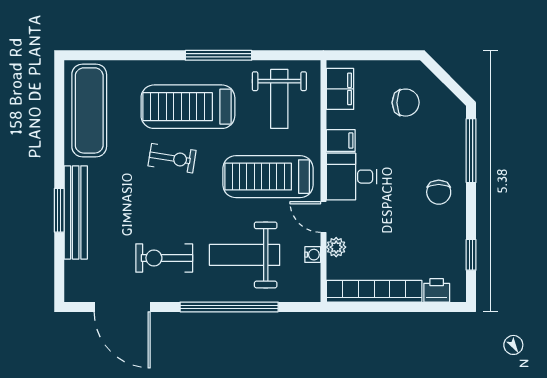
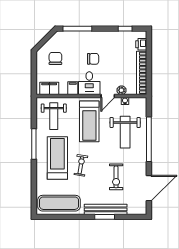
weight bench: (279, 99) -> (54, 116), turned 90
treadmill: (188, 107) -> (57, 158), turned 180
chair: (439, 192) -> (93, 59), moved
exercise bike: (164, 258) -> (116, 177), moved

